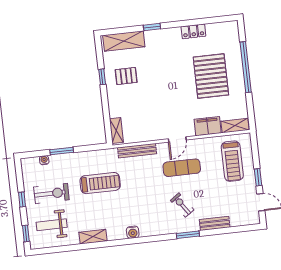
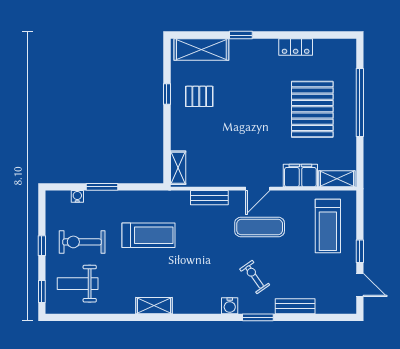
bench: (137, 151) -> (209, 198), width x0.73
exercise bike: (51, 193) -> (82, 242), turned 180
water cooler: (133, 232) -> (230, 306), moved
shelving: (93, 237) -> (154, 306), moved

